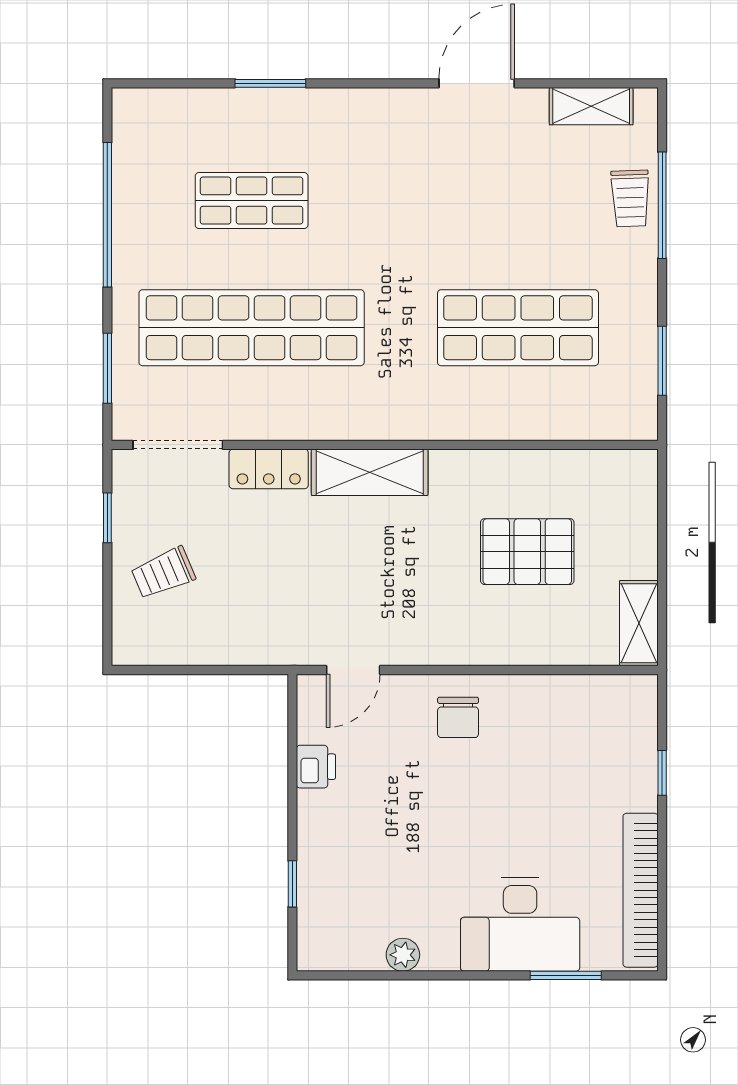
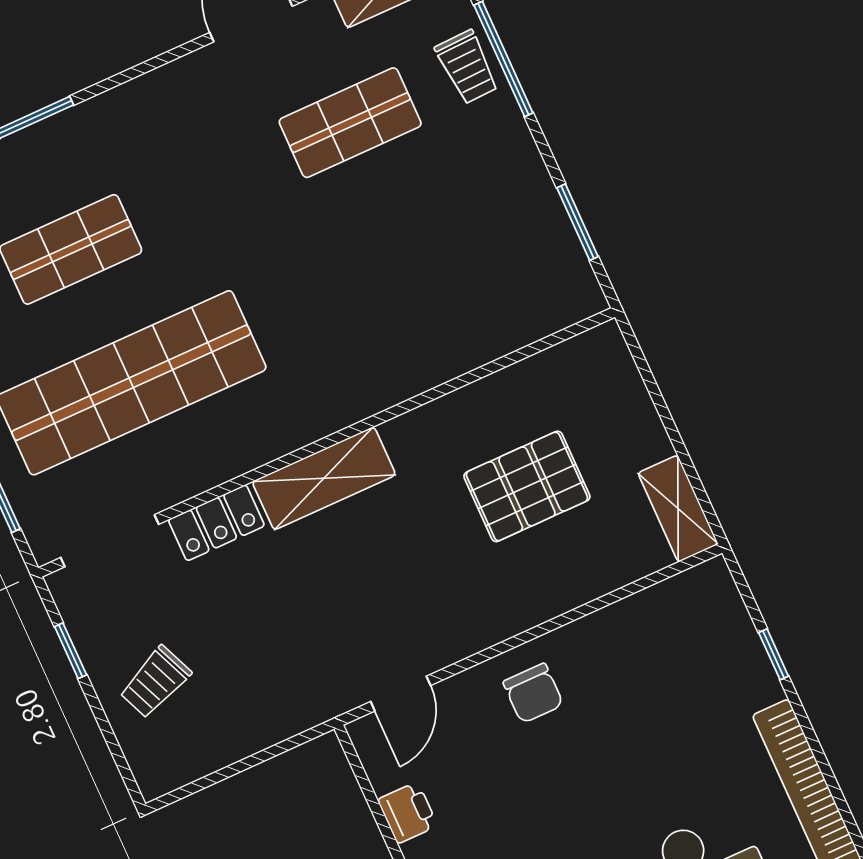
shop shelf: (518, 328) -> (350, 123), moved, width x0.70, depth x0.74

